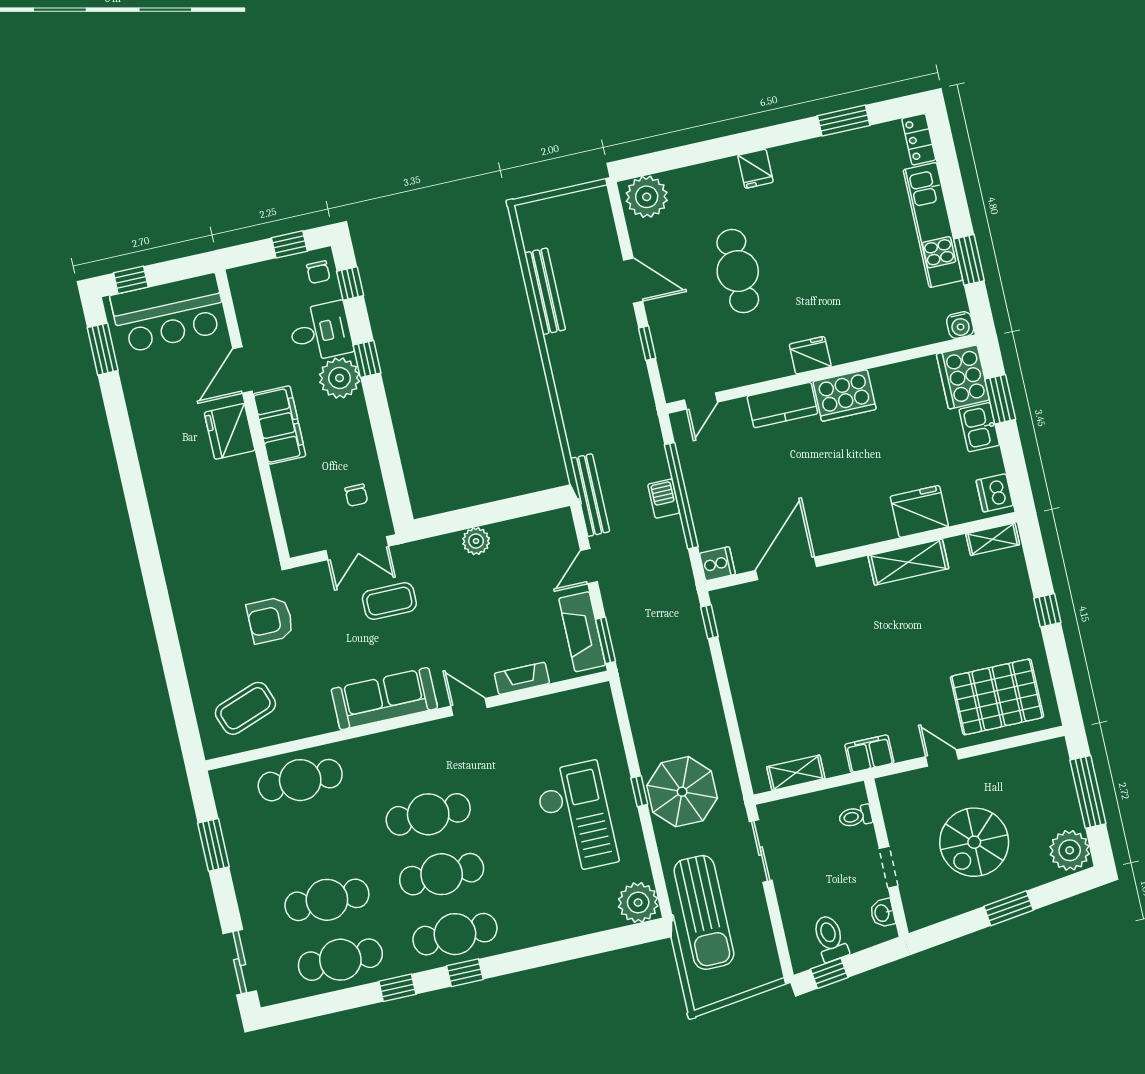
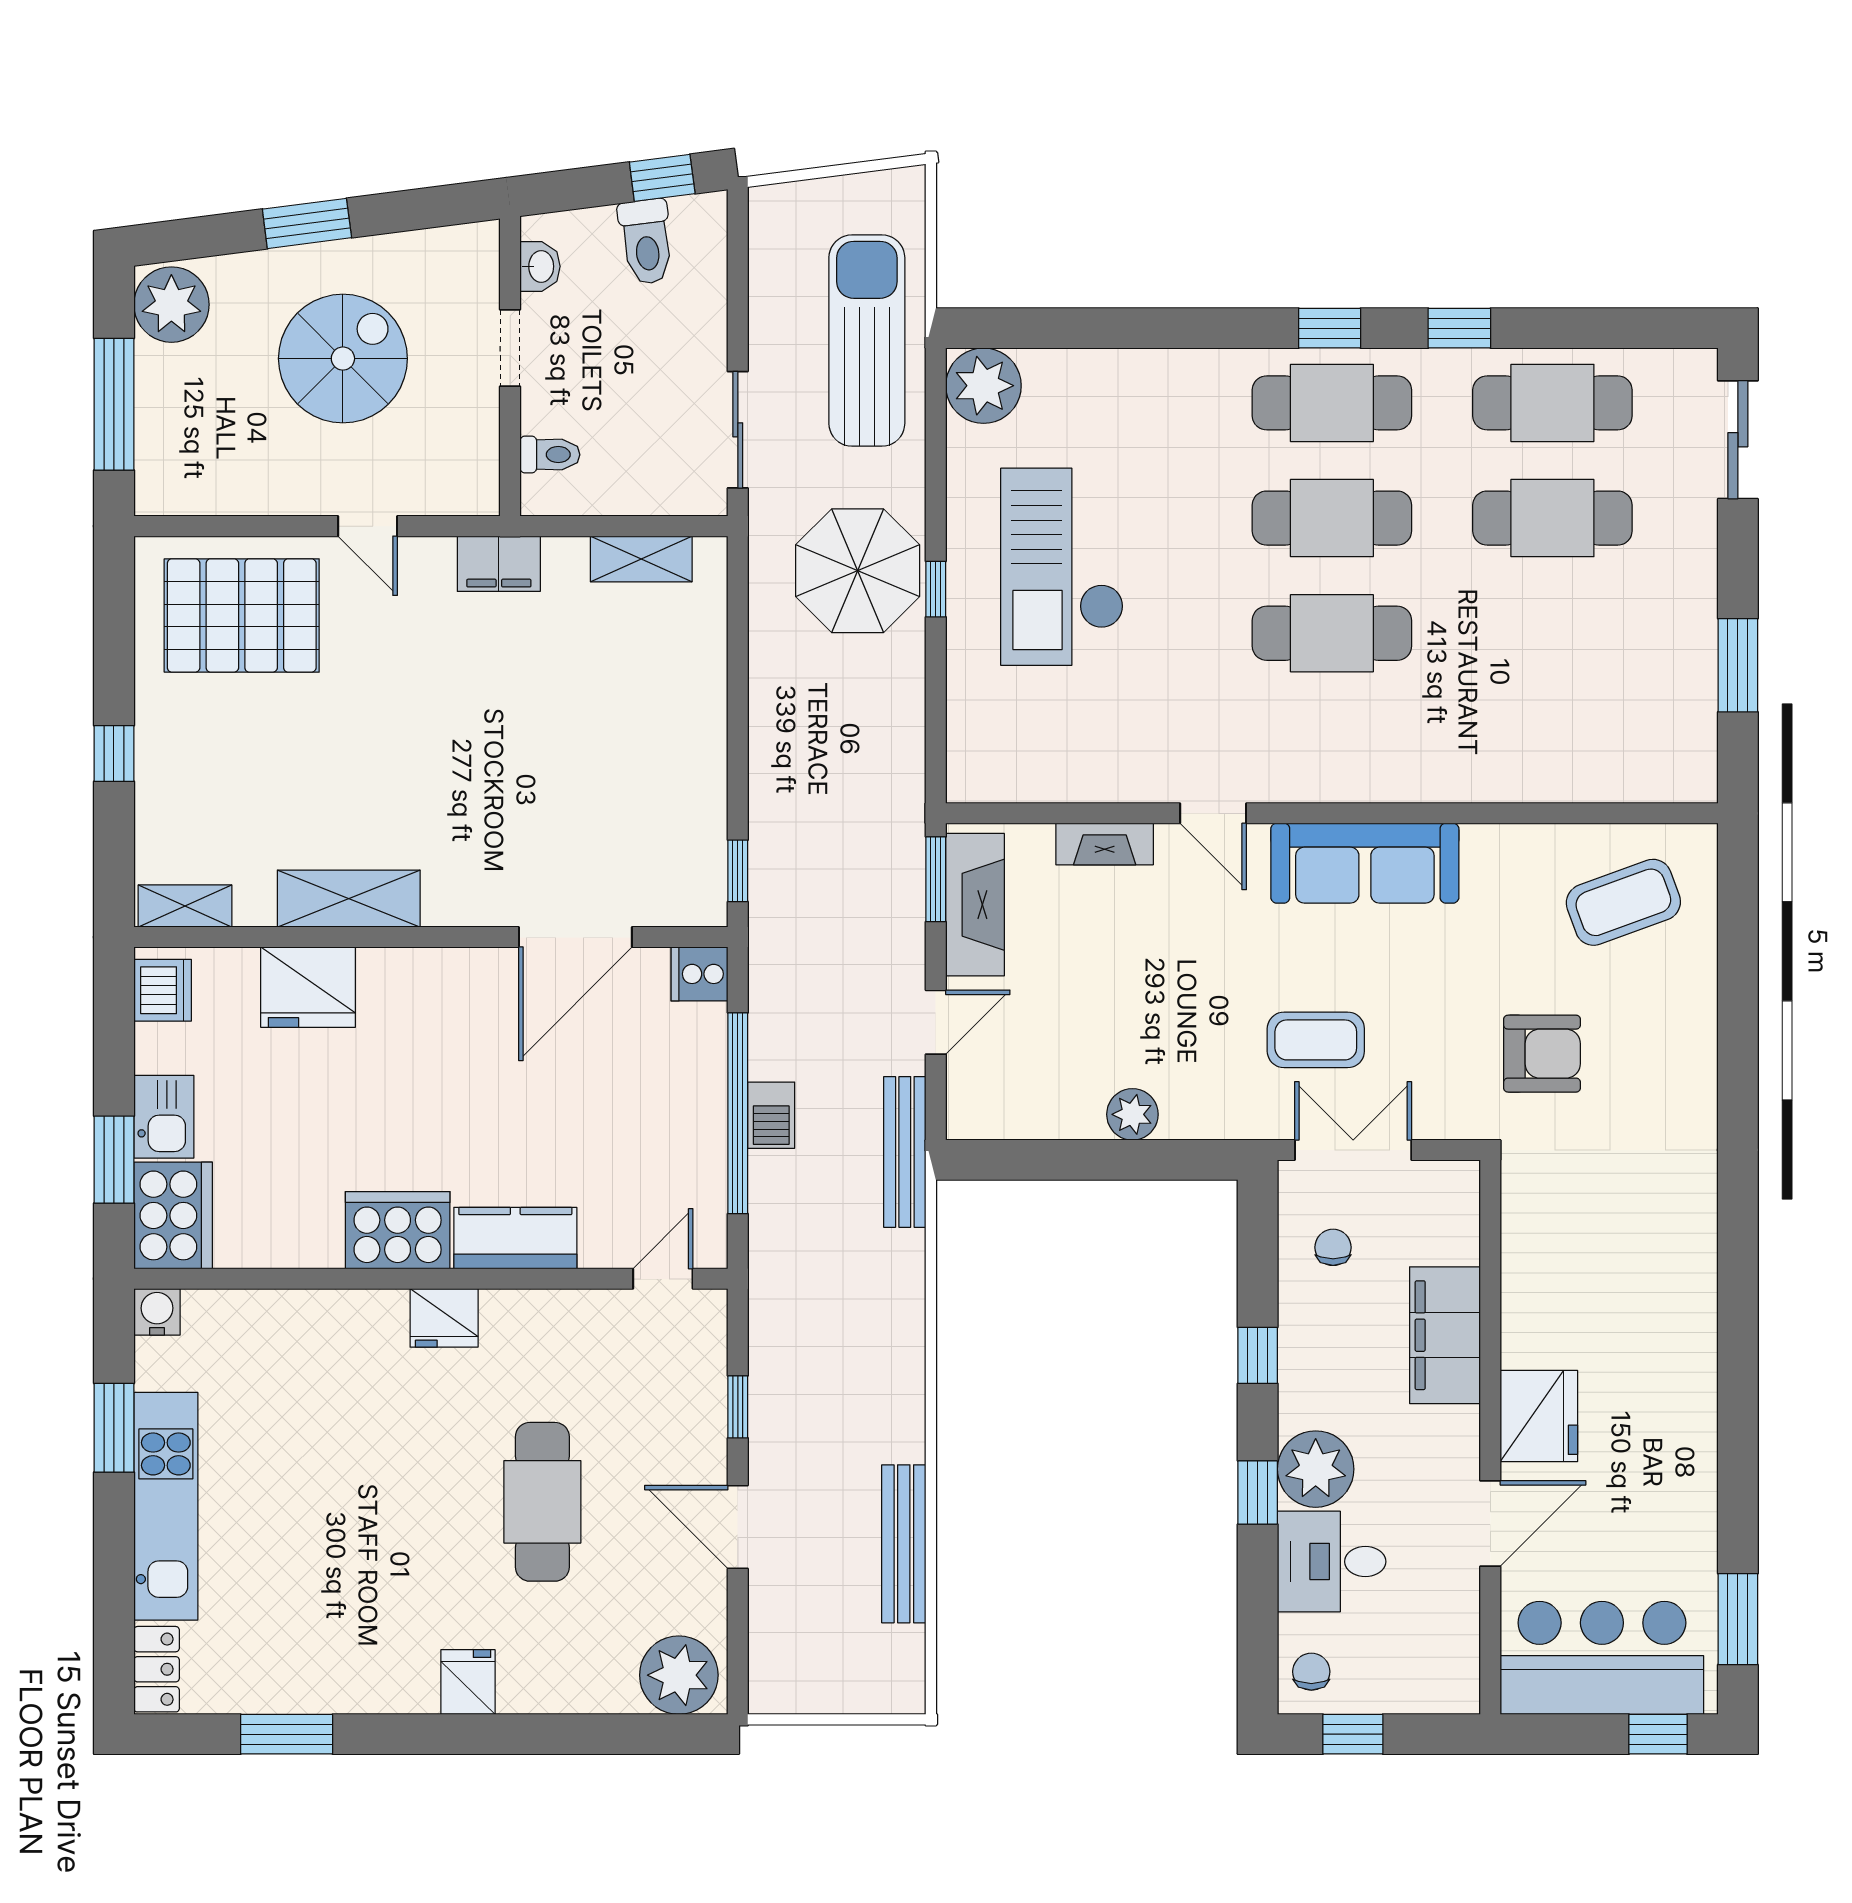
window: (350, 283) -> (1258, 1355), moved
filing cabinet: (279, 425) -> (1445, 1335), moved
cafe table: (300, 780) -> (1552, 748), removed

